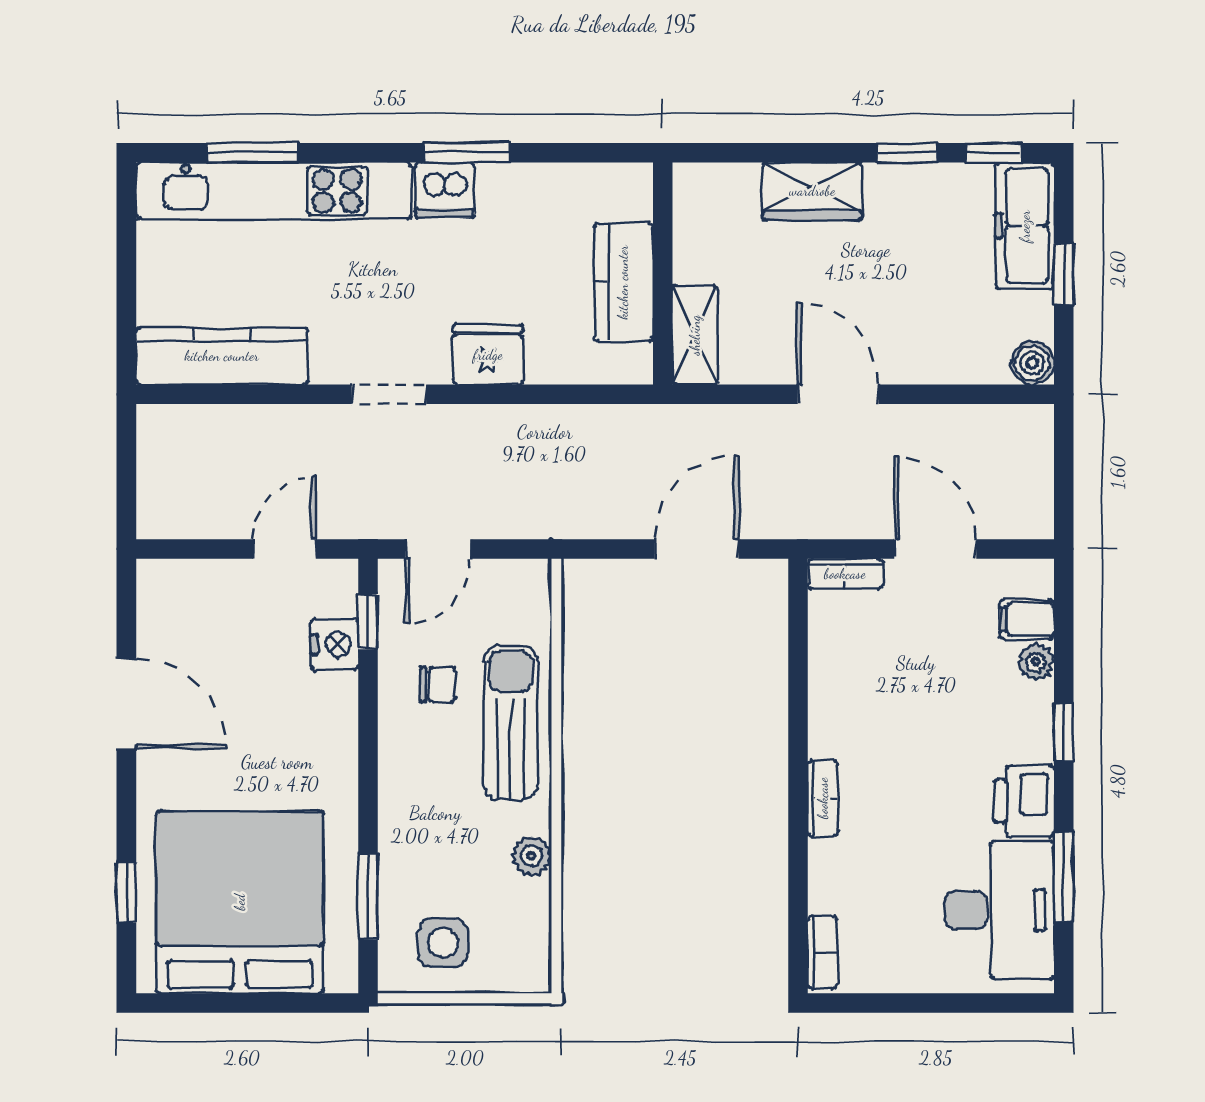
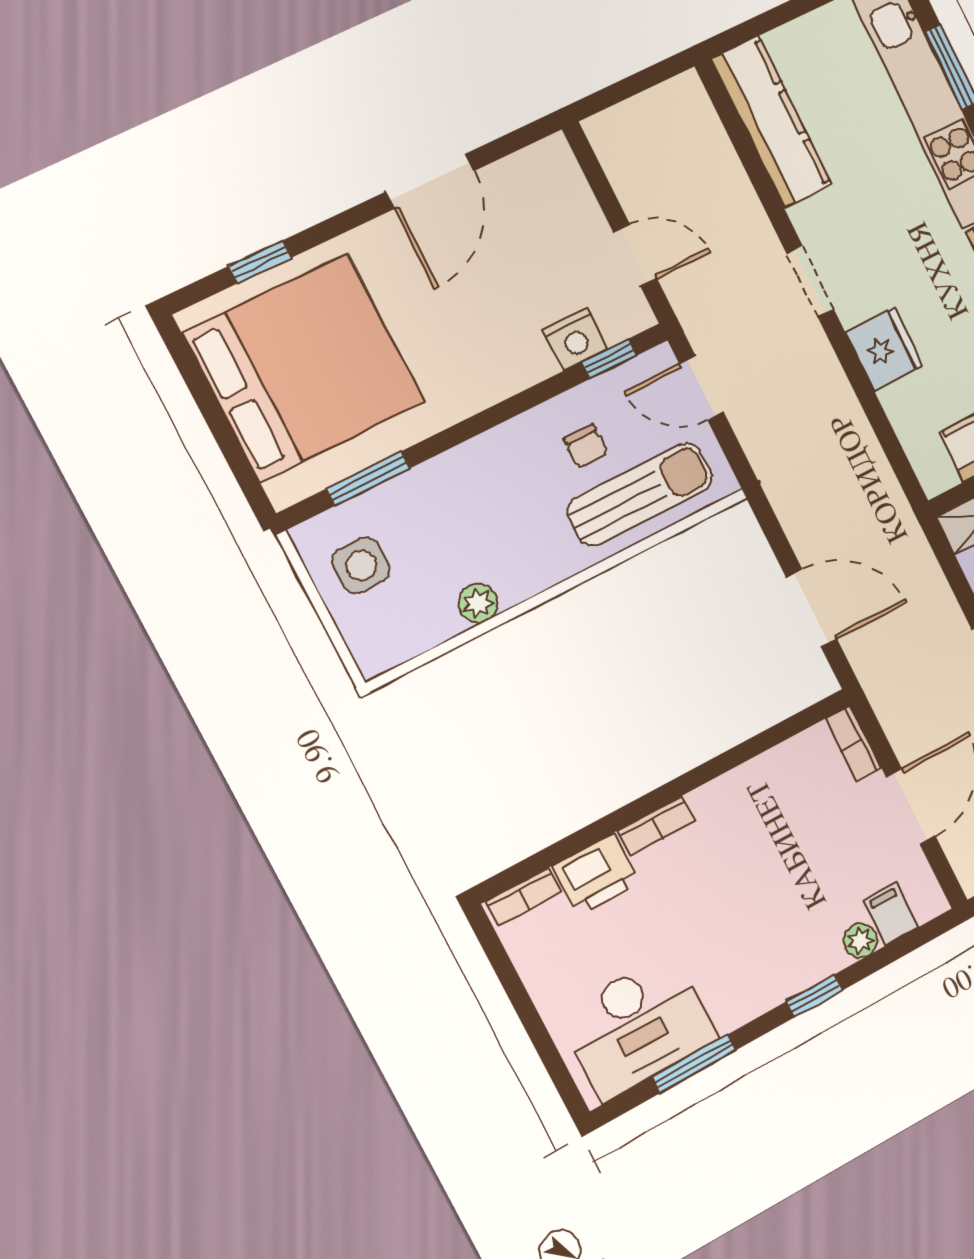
sun lounger: (511, 723) -> (640, 494), moved
printer: (1024, 801) -> (596, 874), moved, turned 180

